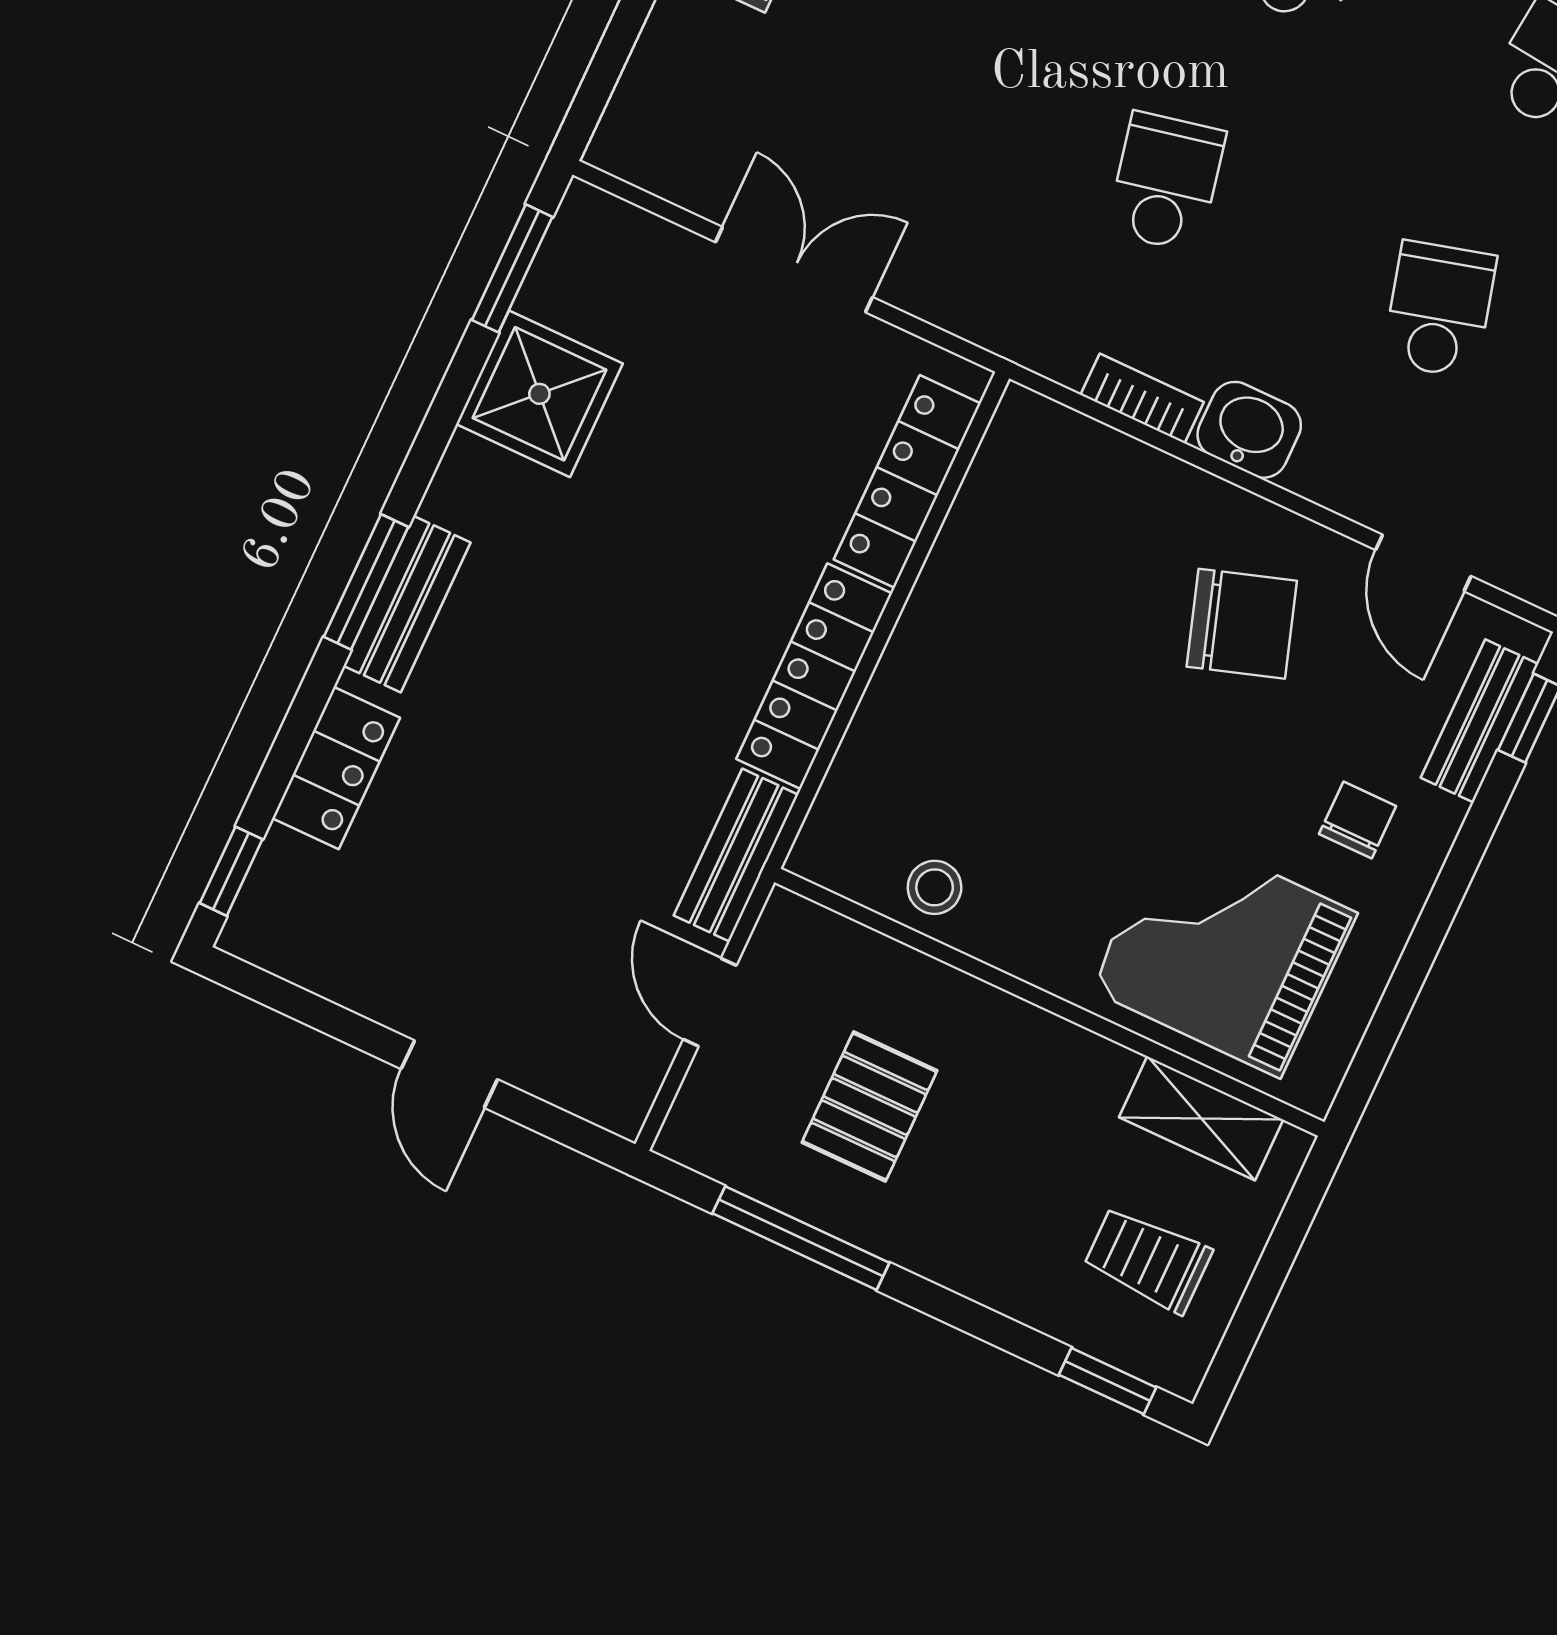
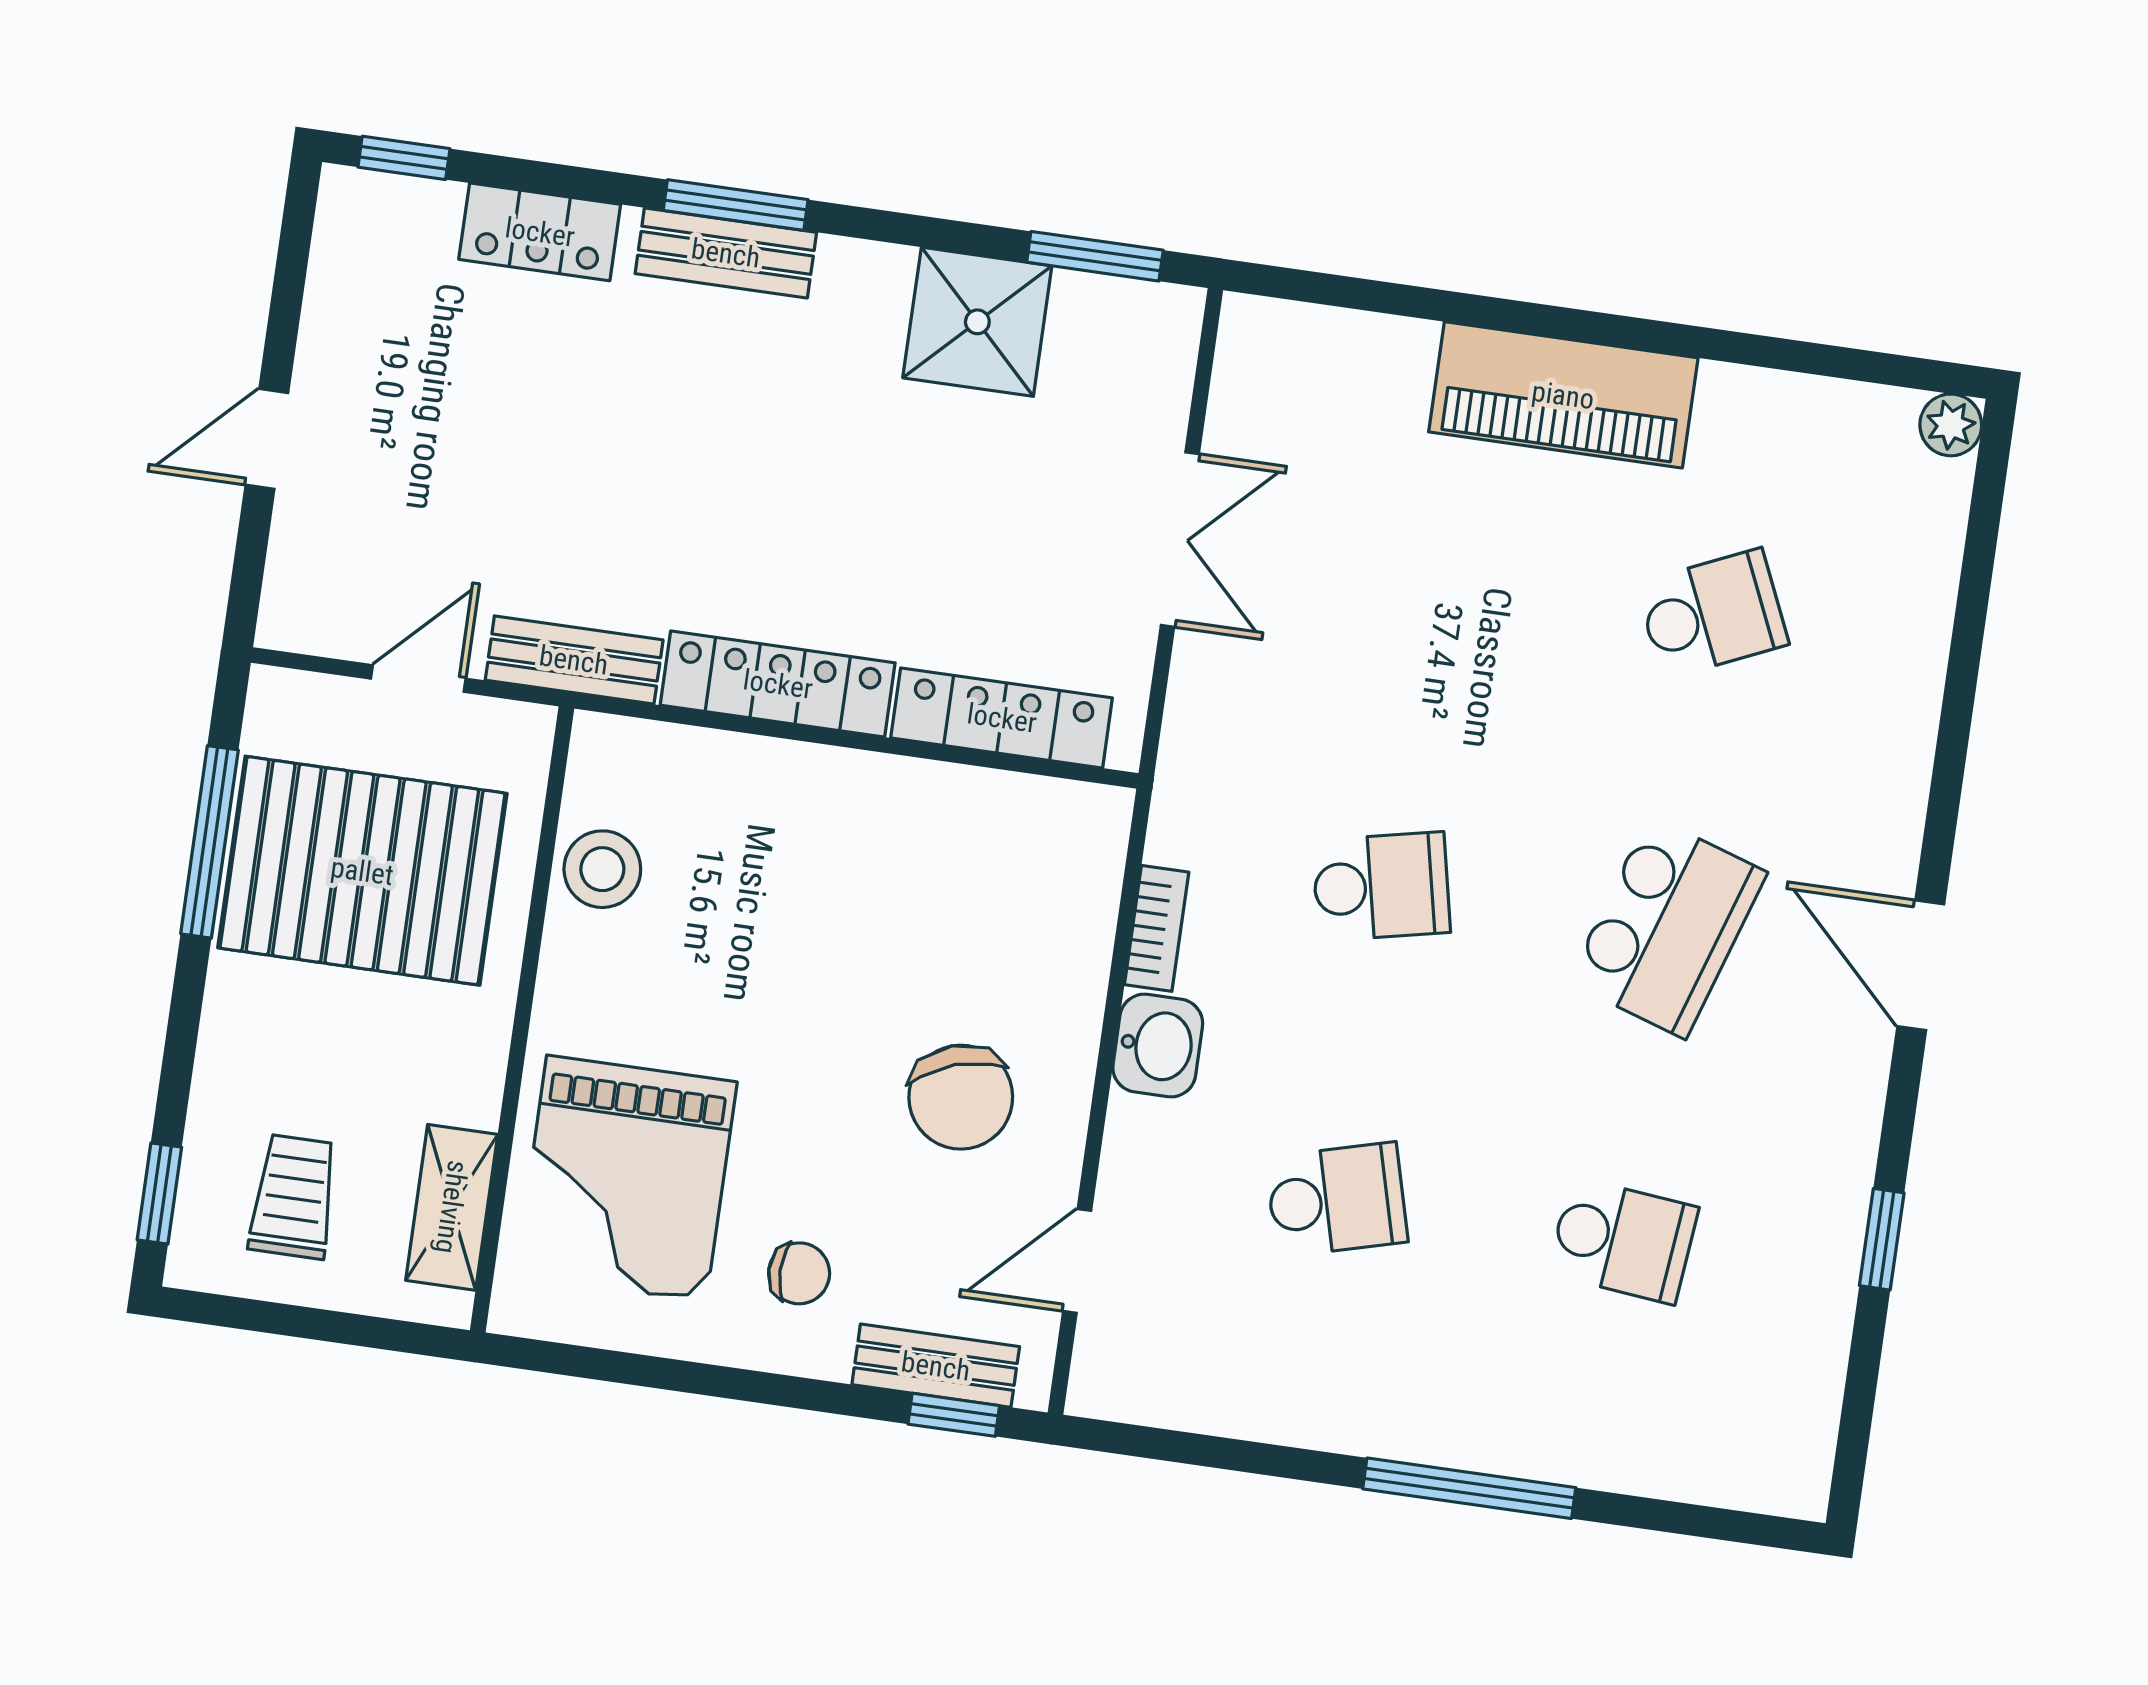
stool: (935, 887) -> (602, 869), width x1.37, depth x1.37
grand piano: (1223, 951) -> (626, 1178), turned 180
pallet: (869, 1107) -> (362, 871), width x2.05, depth x2.00

